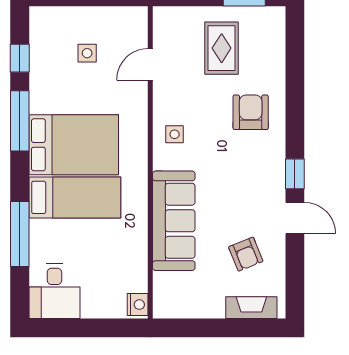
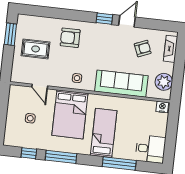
bed: (74, 145) -> (70, 114), moved, turned 180
plant: (186, 302) -> (164, 82), added

